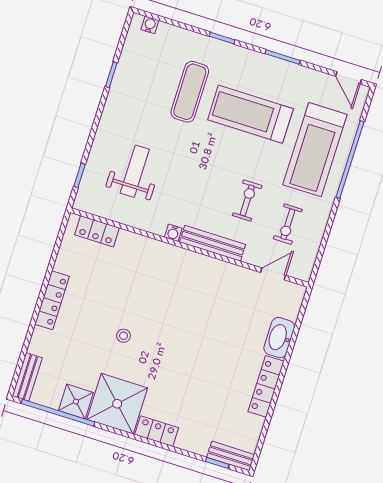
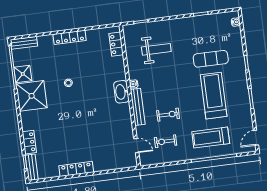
treadmill: (315, 150) -> (211, 138), width x0.73, depth x0.73
washbasin: (279, 338) -> (121, 92), moved, turned -90
locker: (157, 431) -> (29, 142), moved

